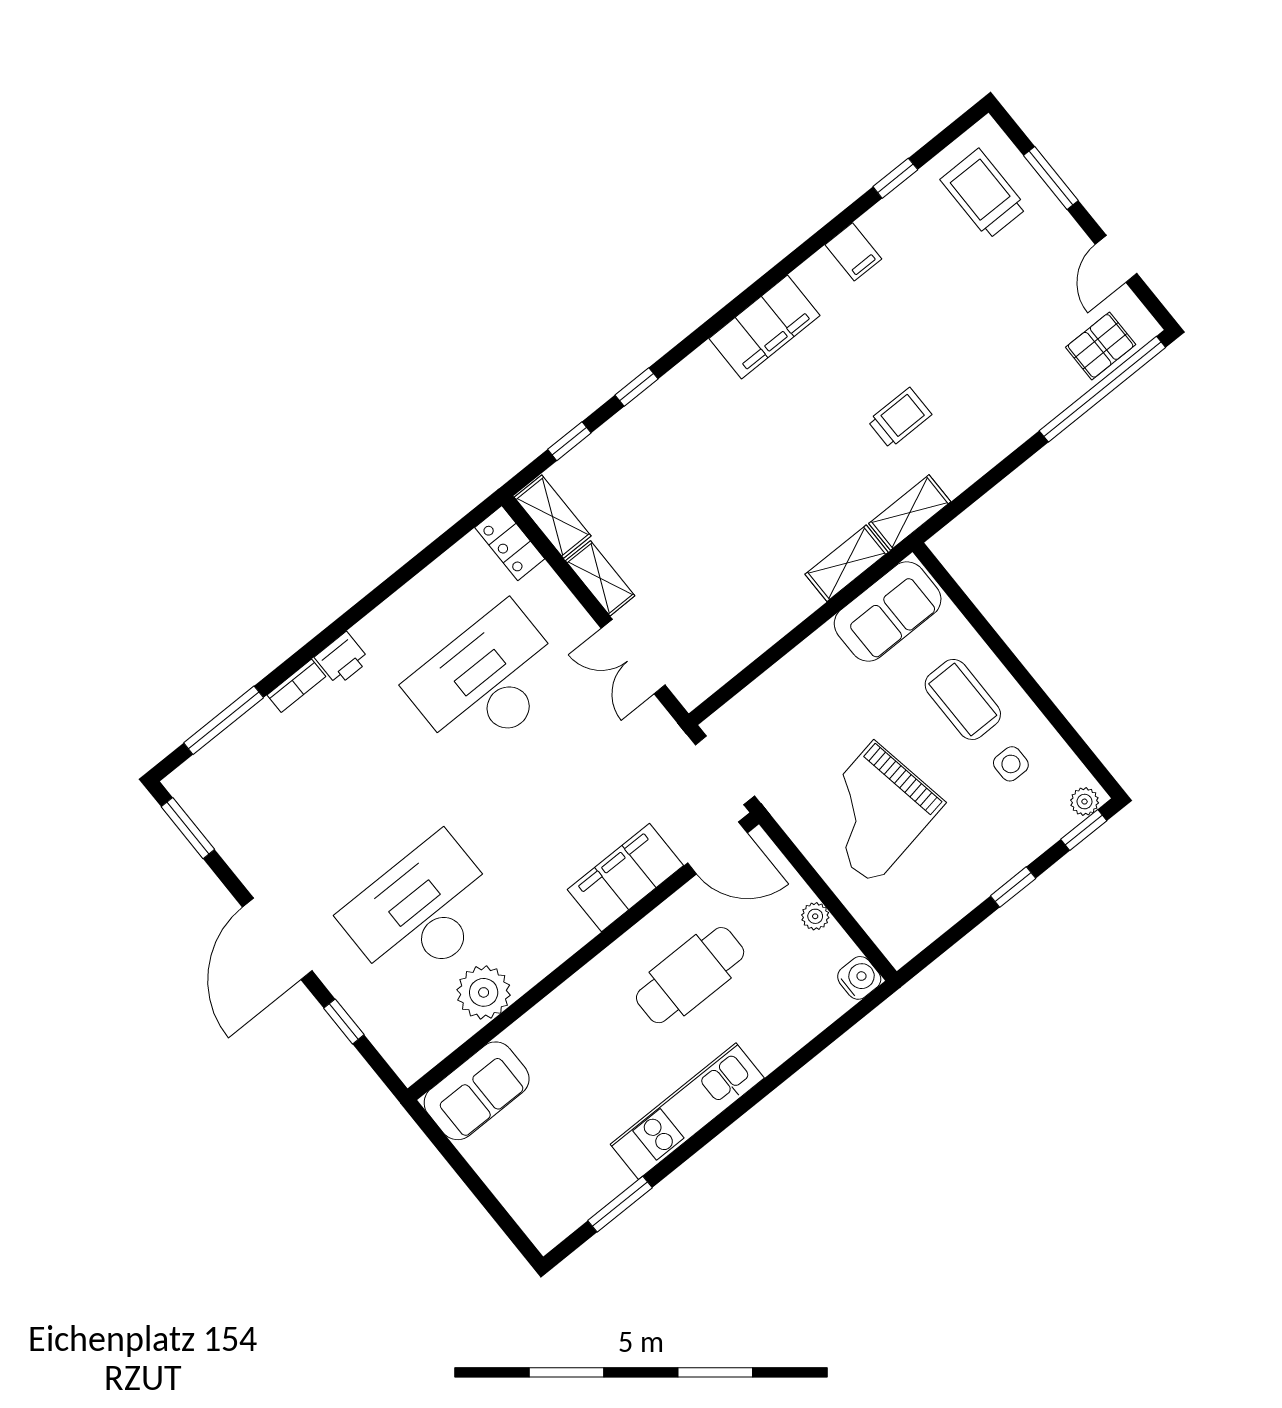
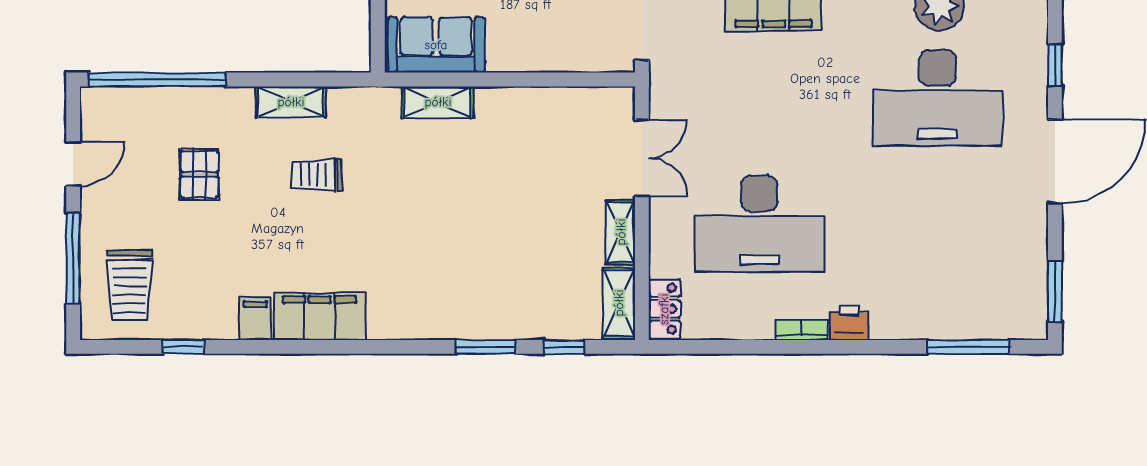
window: (1051, 178) -> (73, 258), width x1.44
filing cabinet: (764, 327) -> (320, 316), moved
pallet: (1101, 346) -> (199, 174), moved, turned 90
window: (637, 387) -> (486, 347), width x1.50
shelving: (910, 513) -> (291, 102), moved
bookcase: (296, 686) -> (801, 330), moved

